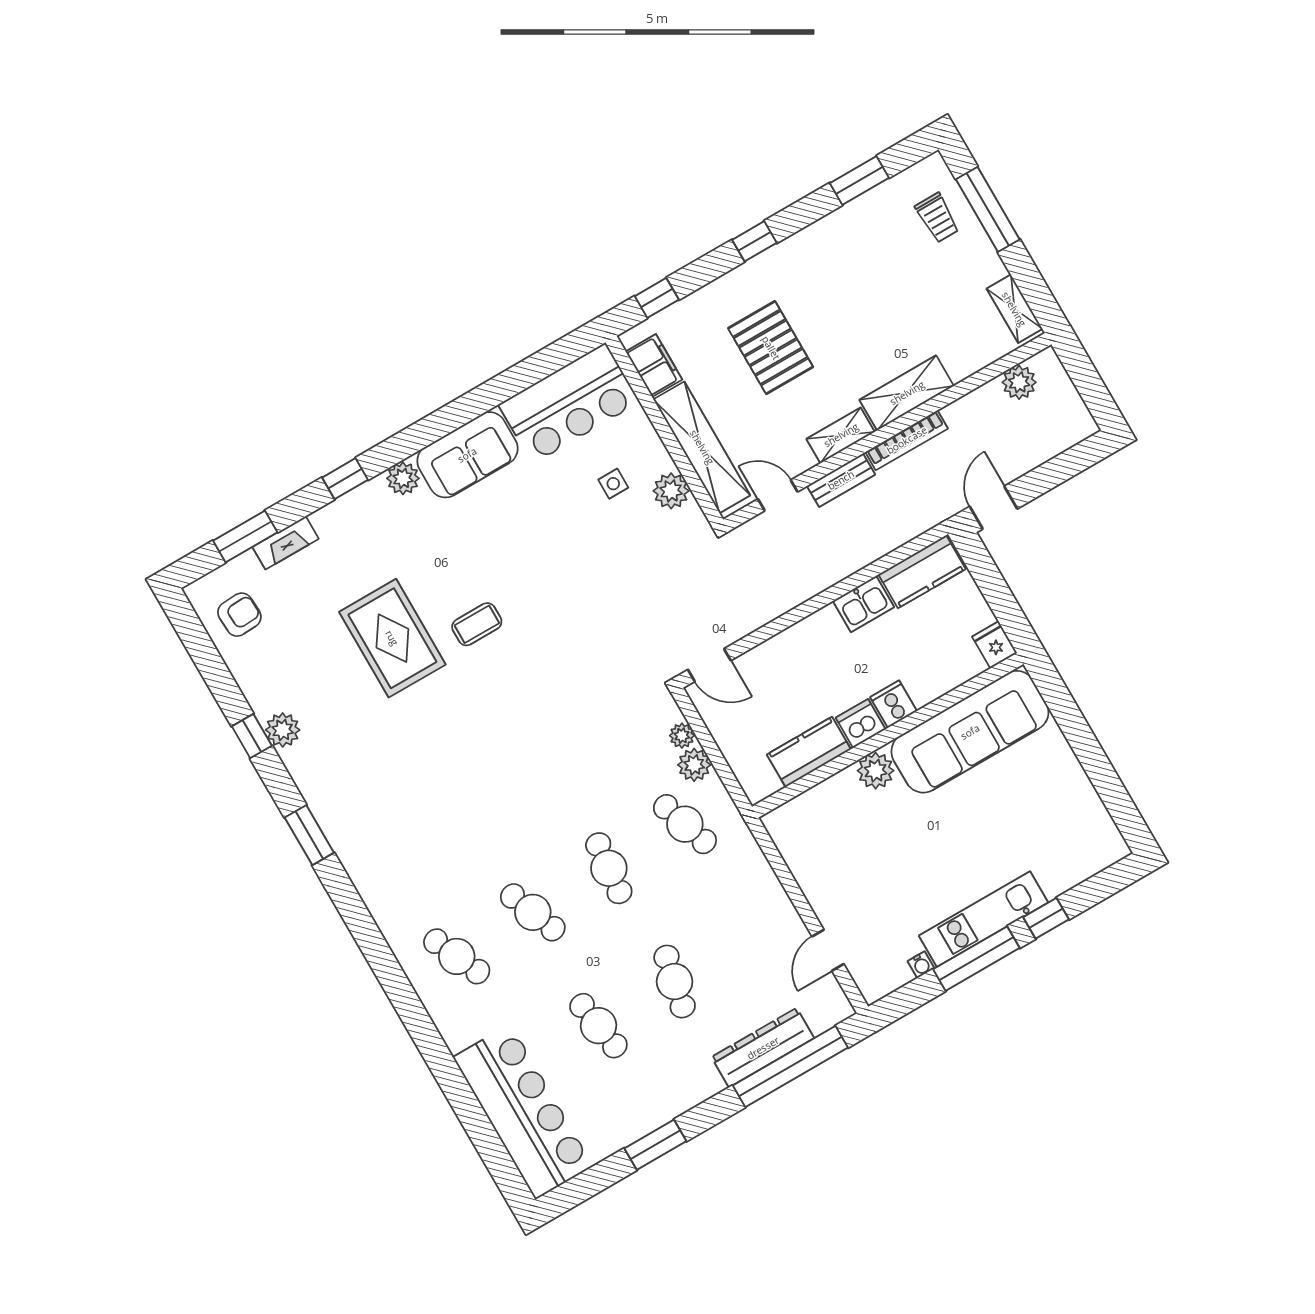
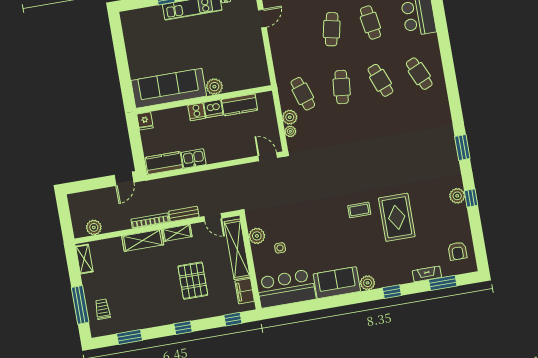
armchair: (239, 615) -> (457, 251), turned -87

